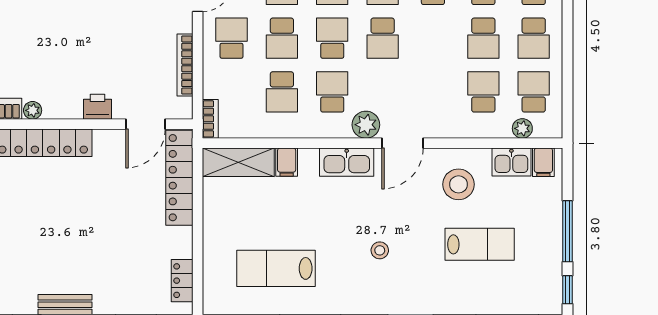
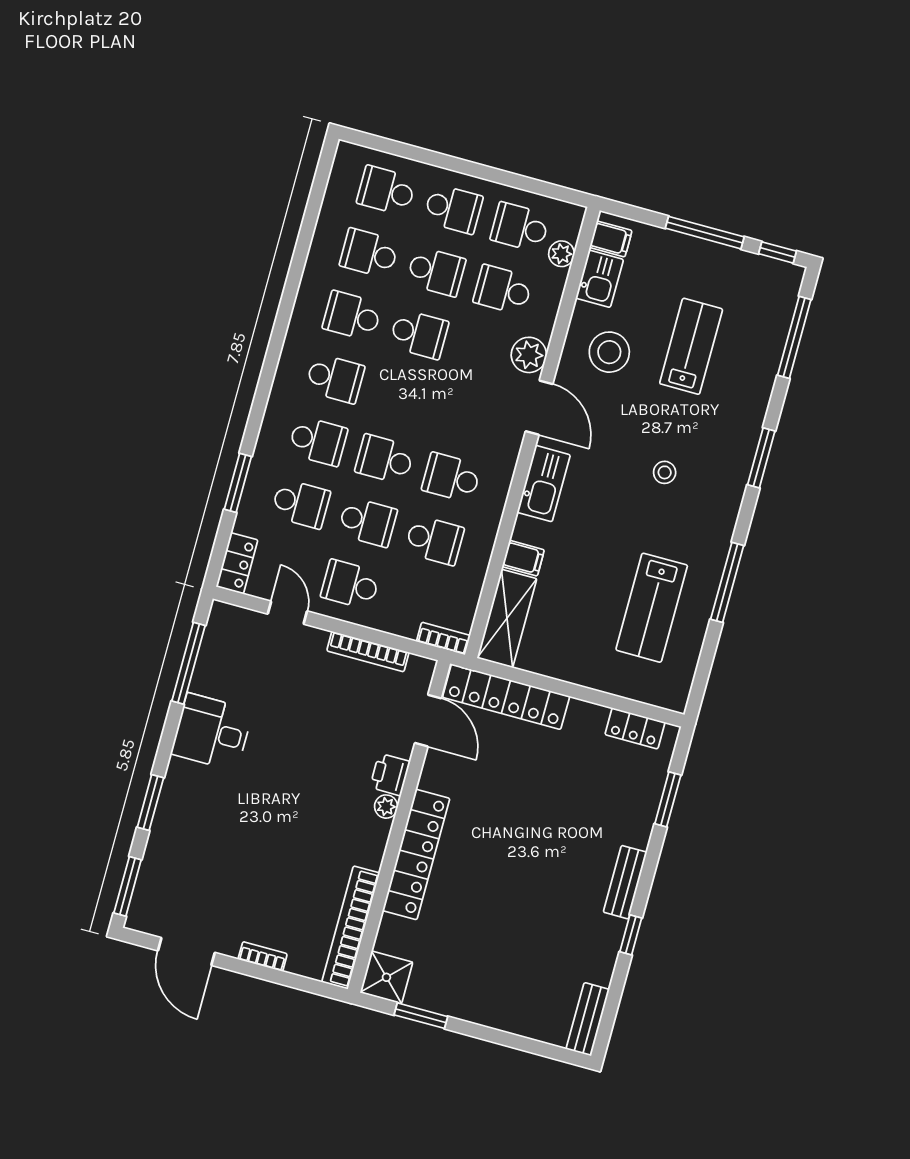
school desk: (383, 38) -> (419, 334), moved
plant: (33, 110) -> (386, 807), moved
plant: (366, 125) -> (529, 355), moved

